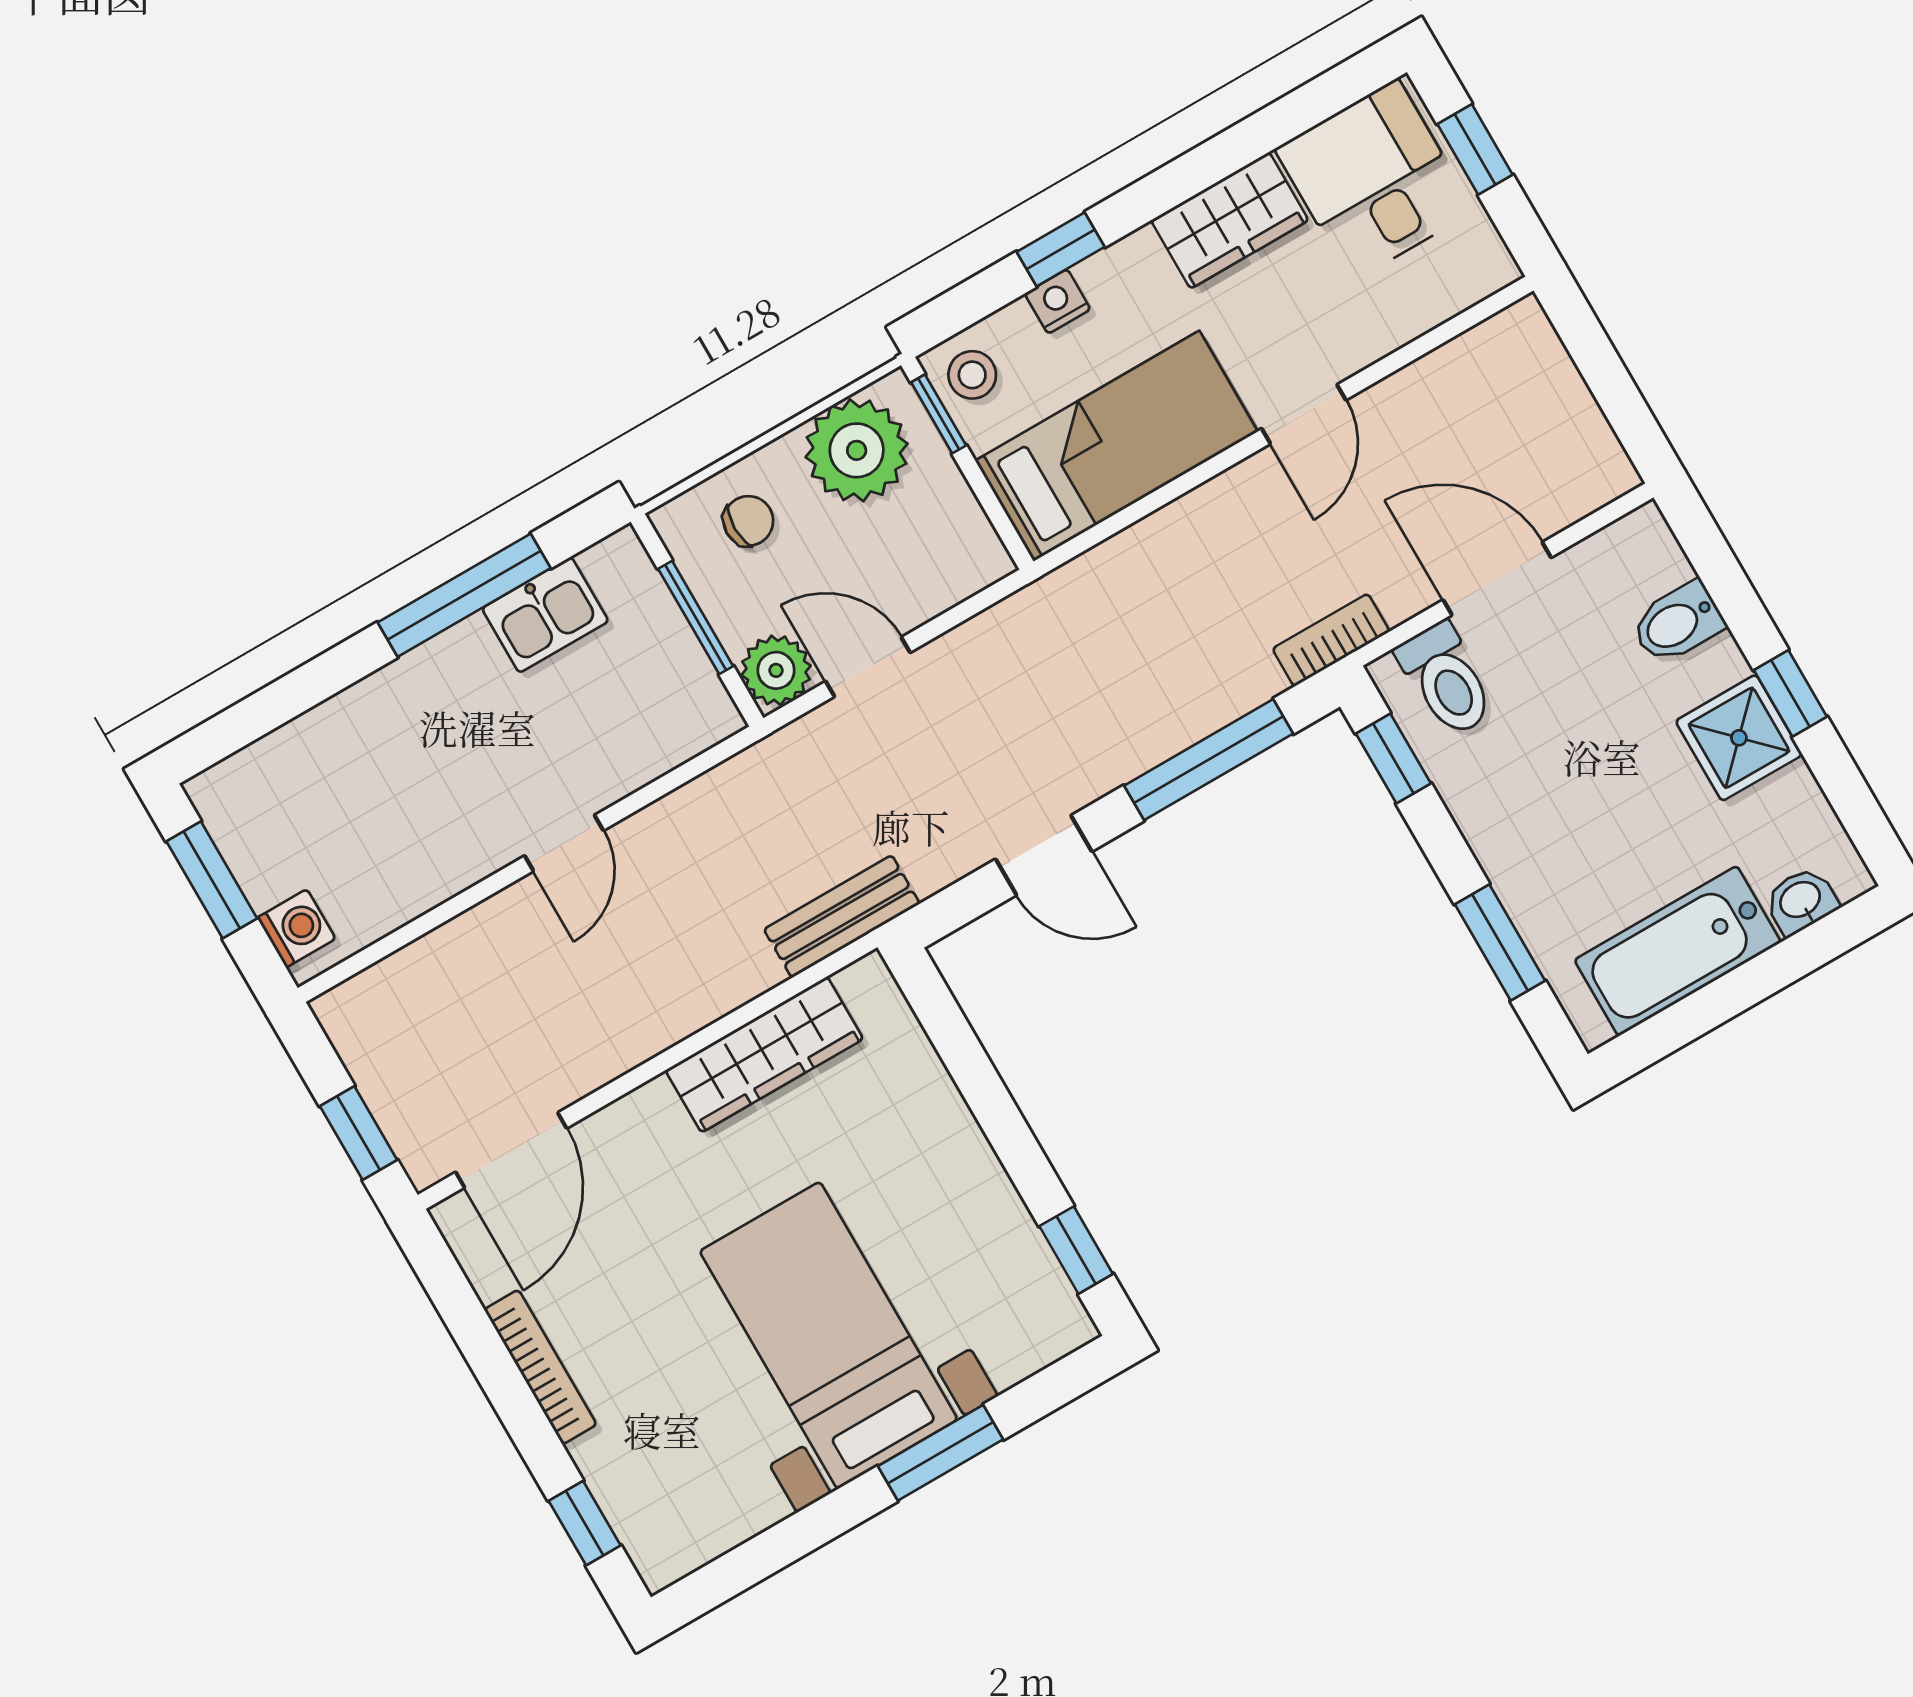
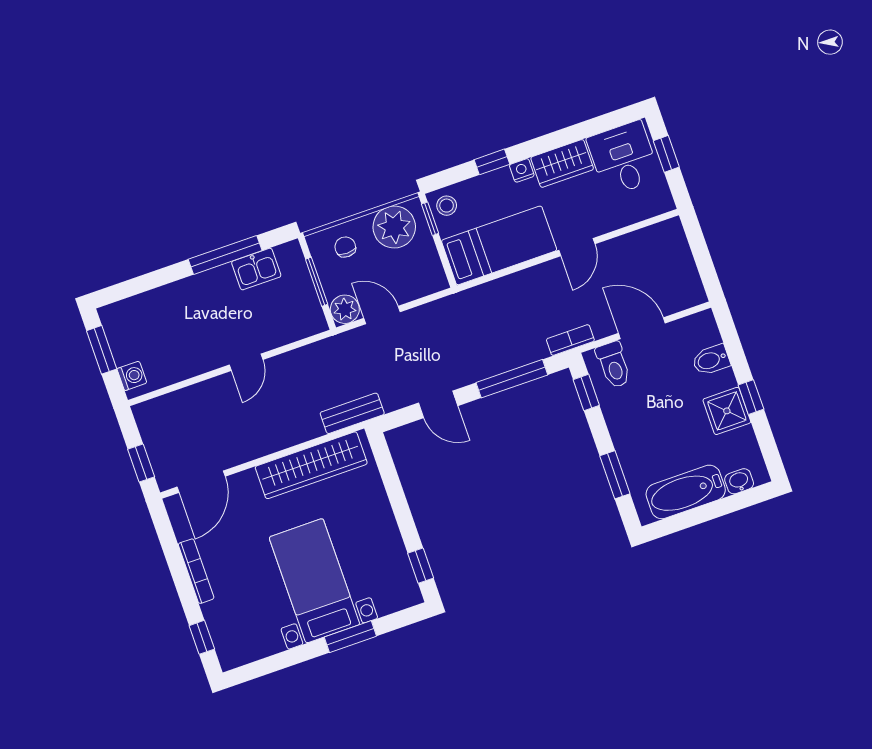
nightstand: (1058, 301) -> (522, 170), moved
chair: (748, 521) -> (345, 247), turned -90
wardrobe: (764, 1055) -> (311, 465), width x1.40, depth x1.17

